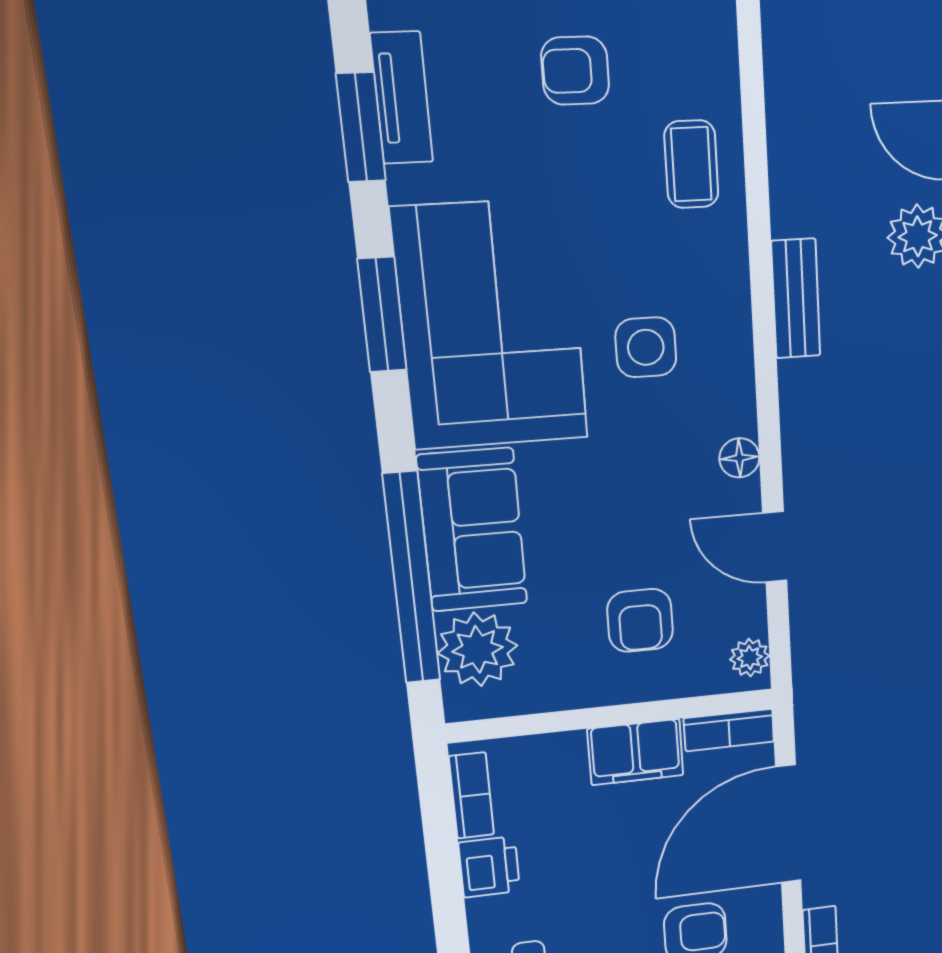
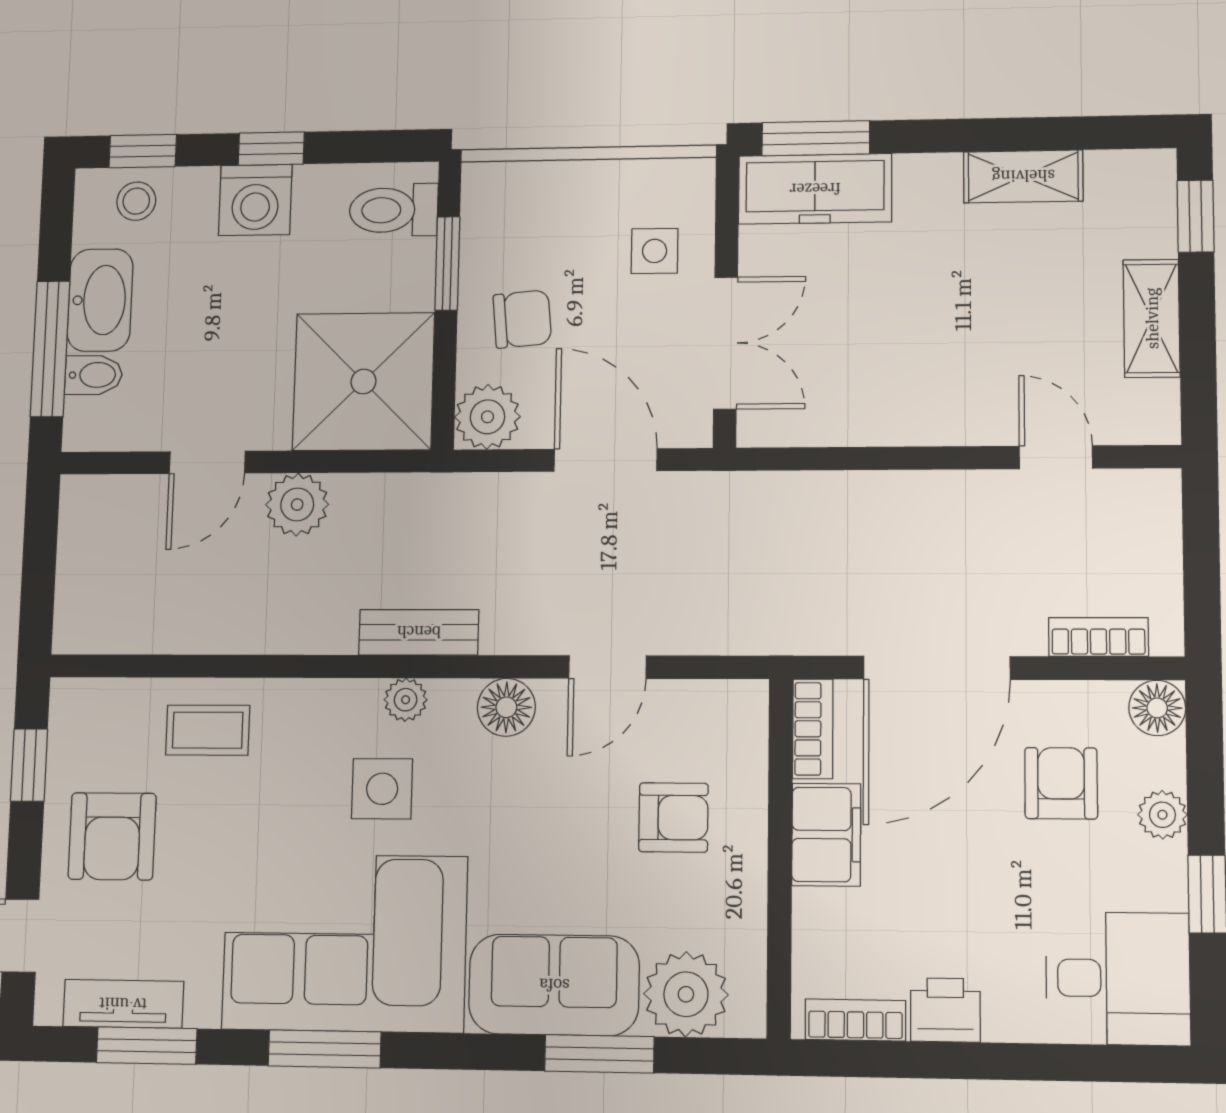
armchair: (575, 71) -> (112, 836), width x1.38, depth x1.38
bench: (796, 299) -> (419, 632), moved
floor lamp: (739, 458) -> (506, 707), width x1.37, depth x1.37
window: (412, 578) -> (599, 1054), width x0.47
plant: (750, 658) -> (406, 700), moved
door: (788, 824) -> (937, 668), hinge flipped

